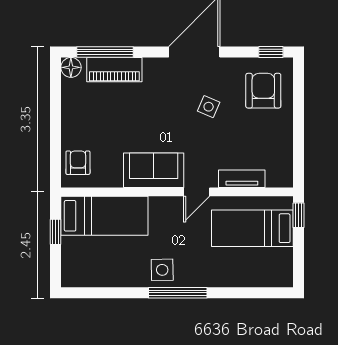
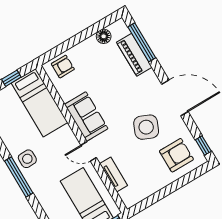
floor lamp: (71, 67) -> (104, 36), moved
side table: (209, 107) -> (146, 127), width x1.87, depth x1.87

